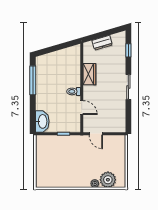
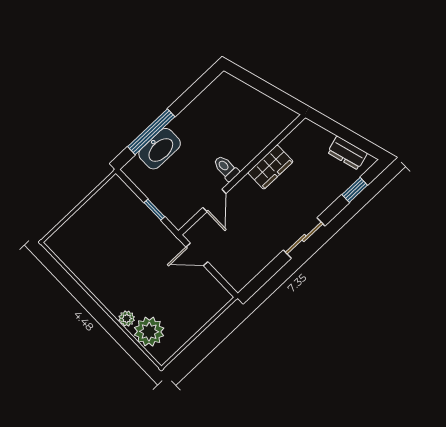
dresser: (102, 43) -> (347, 153), moved
window: (33, 80) -> (151, 132), moved
washbasin: (42, 121) -> (160, 149), moved
door: (96, 134) -> (197, 254), hinge flipped

